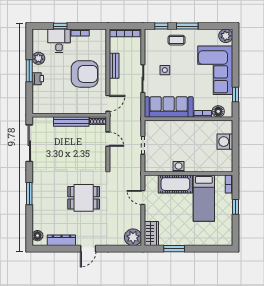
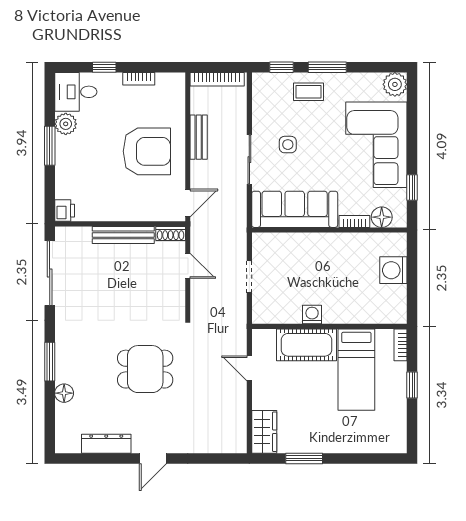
desk: (59, 41) -> (76, 92), moved, turned -90
printer: (38, 79) -> (65, 211), moved
floor lamp: (37, 236) -> (64, 393), moved
plant: (133, 237) -> (232, 438), removed

